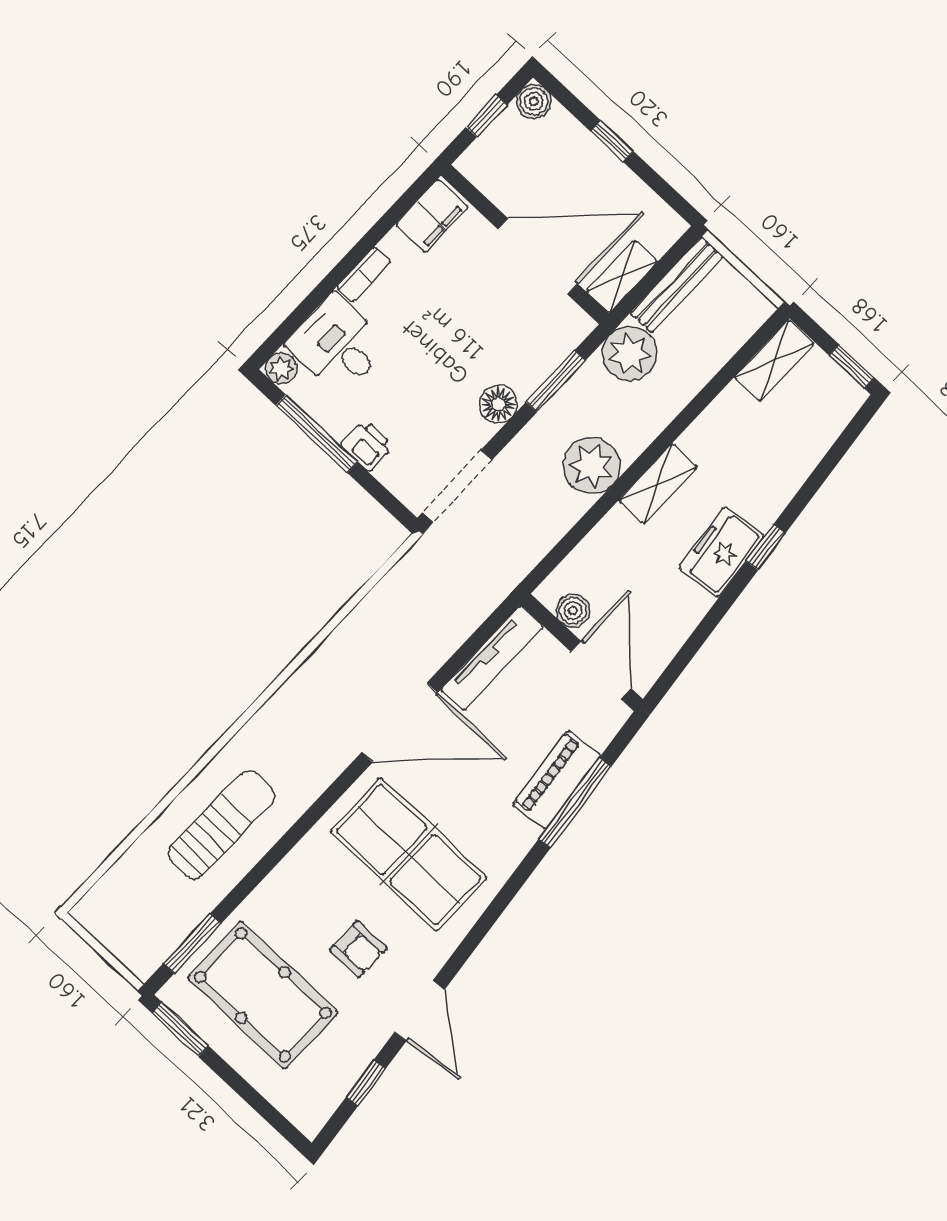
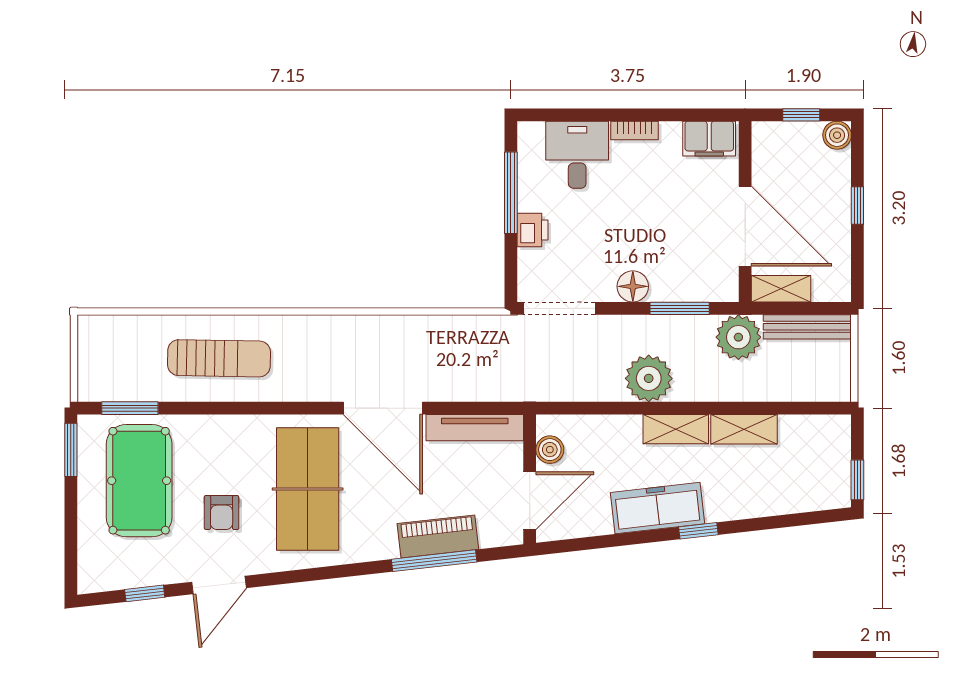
shelving: (774, 360) -> (744, 429), moved
plant: (281, 368) -> (531, 134), removed
freezer: (722, 552) -> (657, 508), width x1.40

